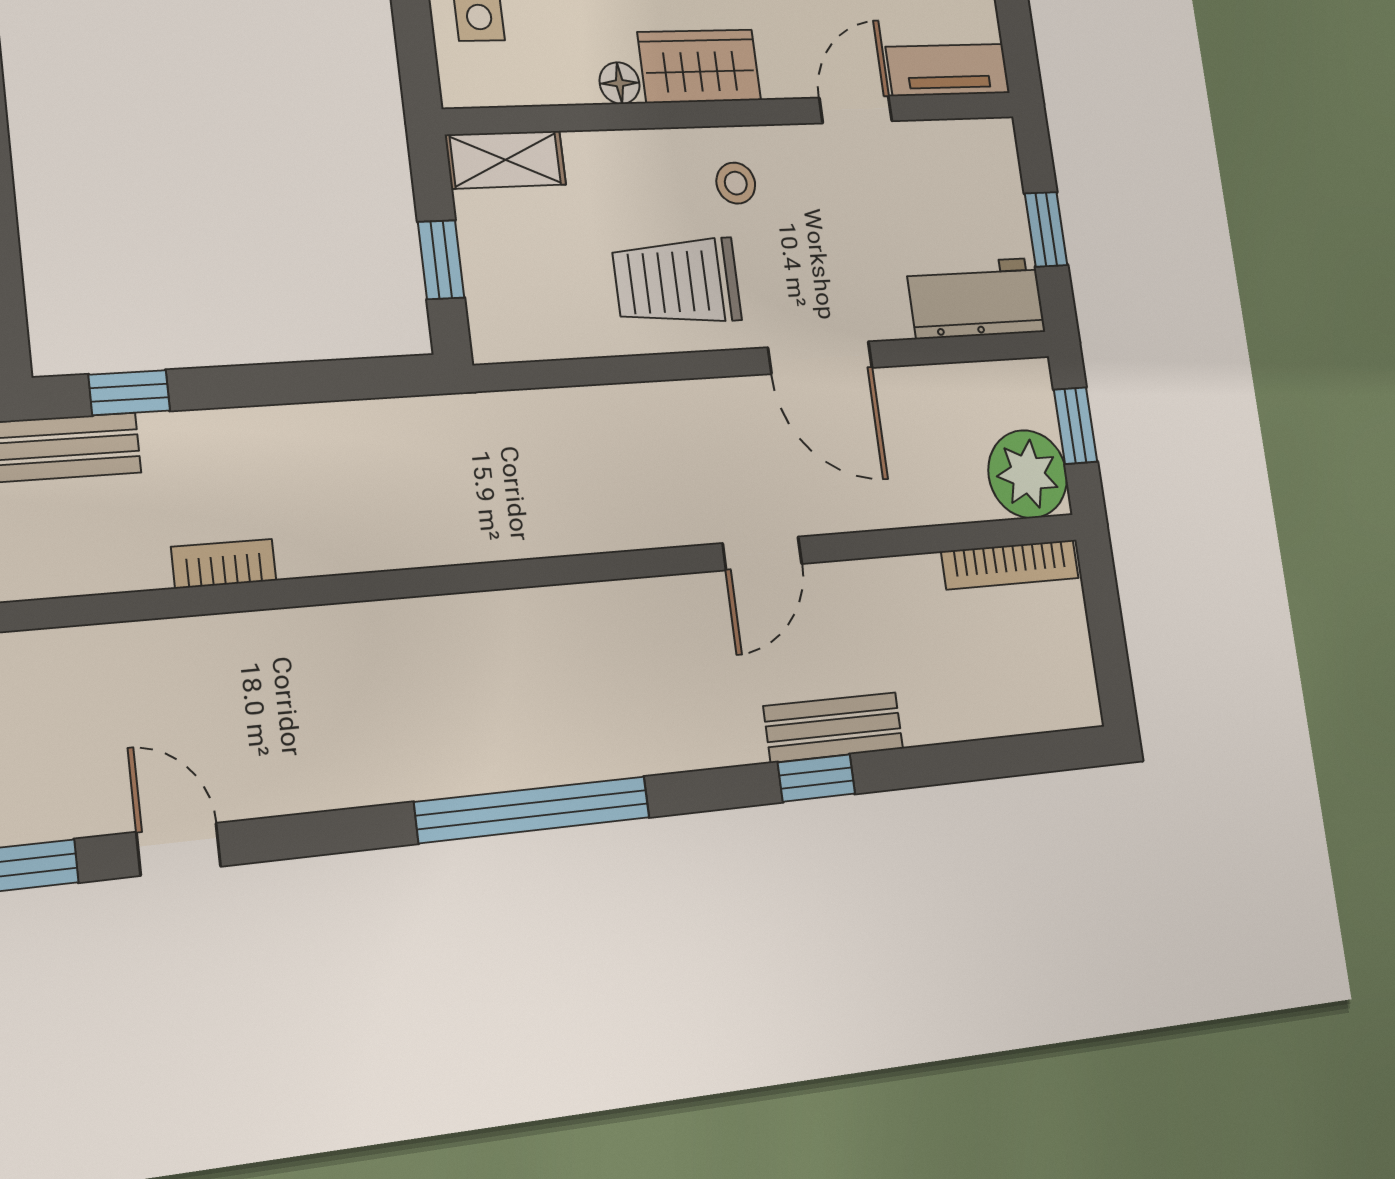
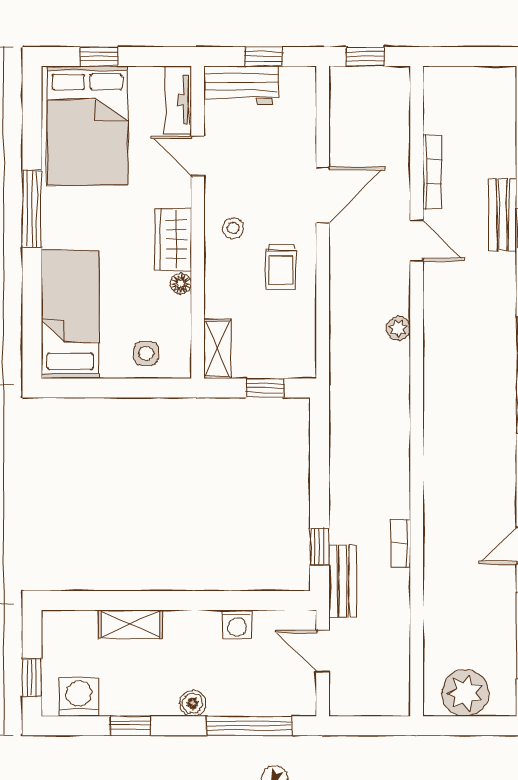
trolley: (677, 282) -> (281, 267), width x0.73, depth x0.72
workbench: (976, 298) -> (241, 85), moved, turned -90
plant: (1028, 474) -> (398, 328), moved, width x0.53, depth x0.53
bookcase: (224, 564) -> (401, 543), moved
bookcase: (1010, 565) -> (432, 172), moved

